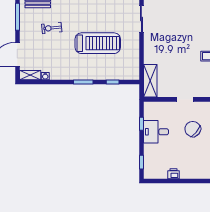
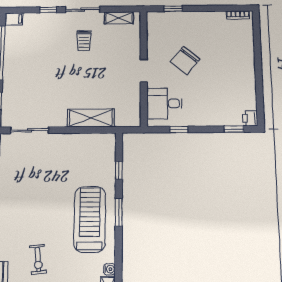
treadmill: (98, 43) -> (90, 219), moved
shelving: (150, 81) -> (91, 118), moved
desk: (156, 132) -> (164, 104), moved, turned 90
printer: (173, 174) -> (250, 118), moved

